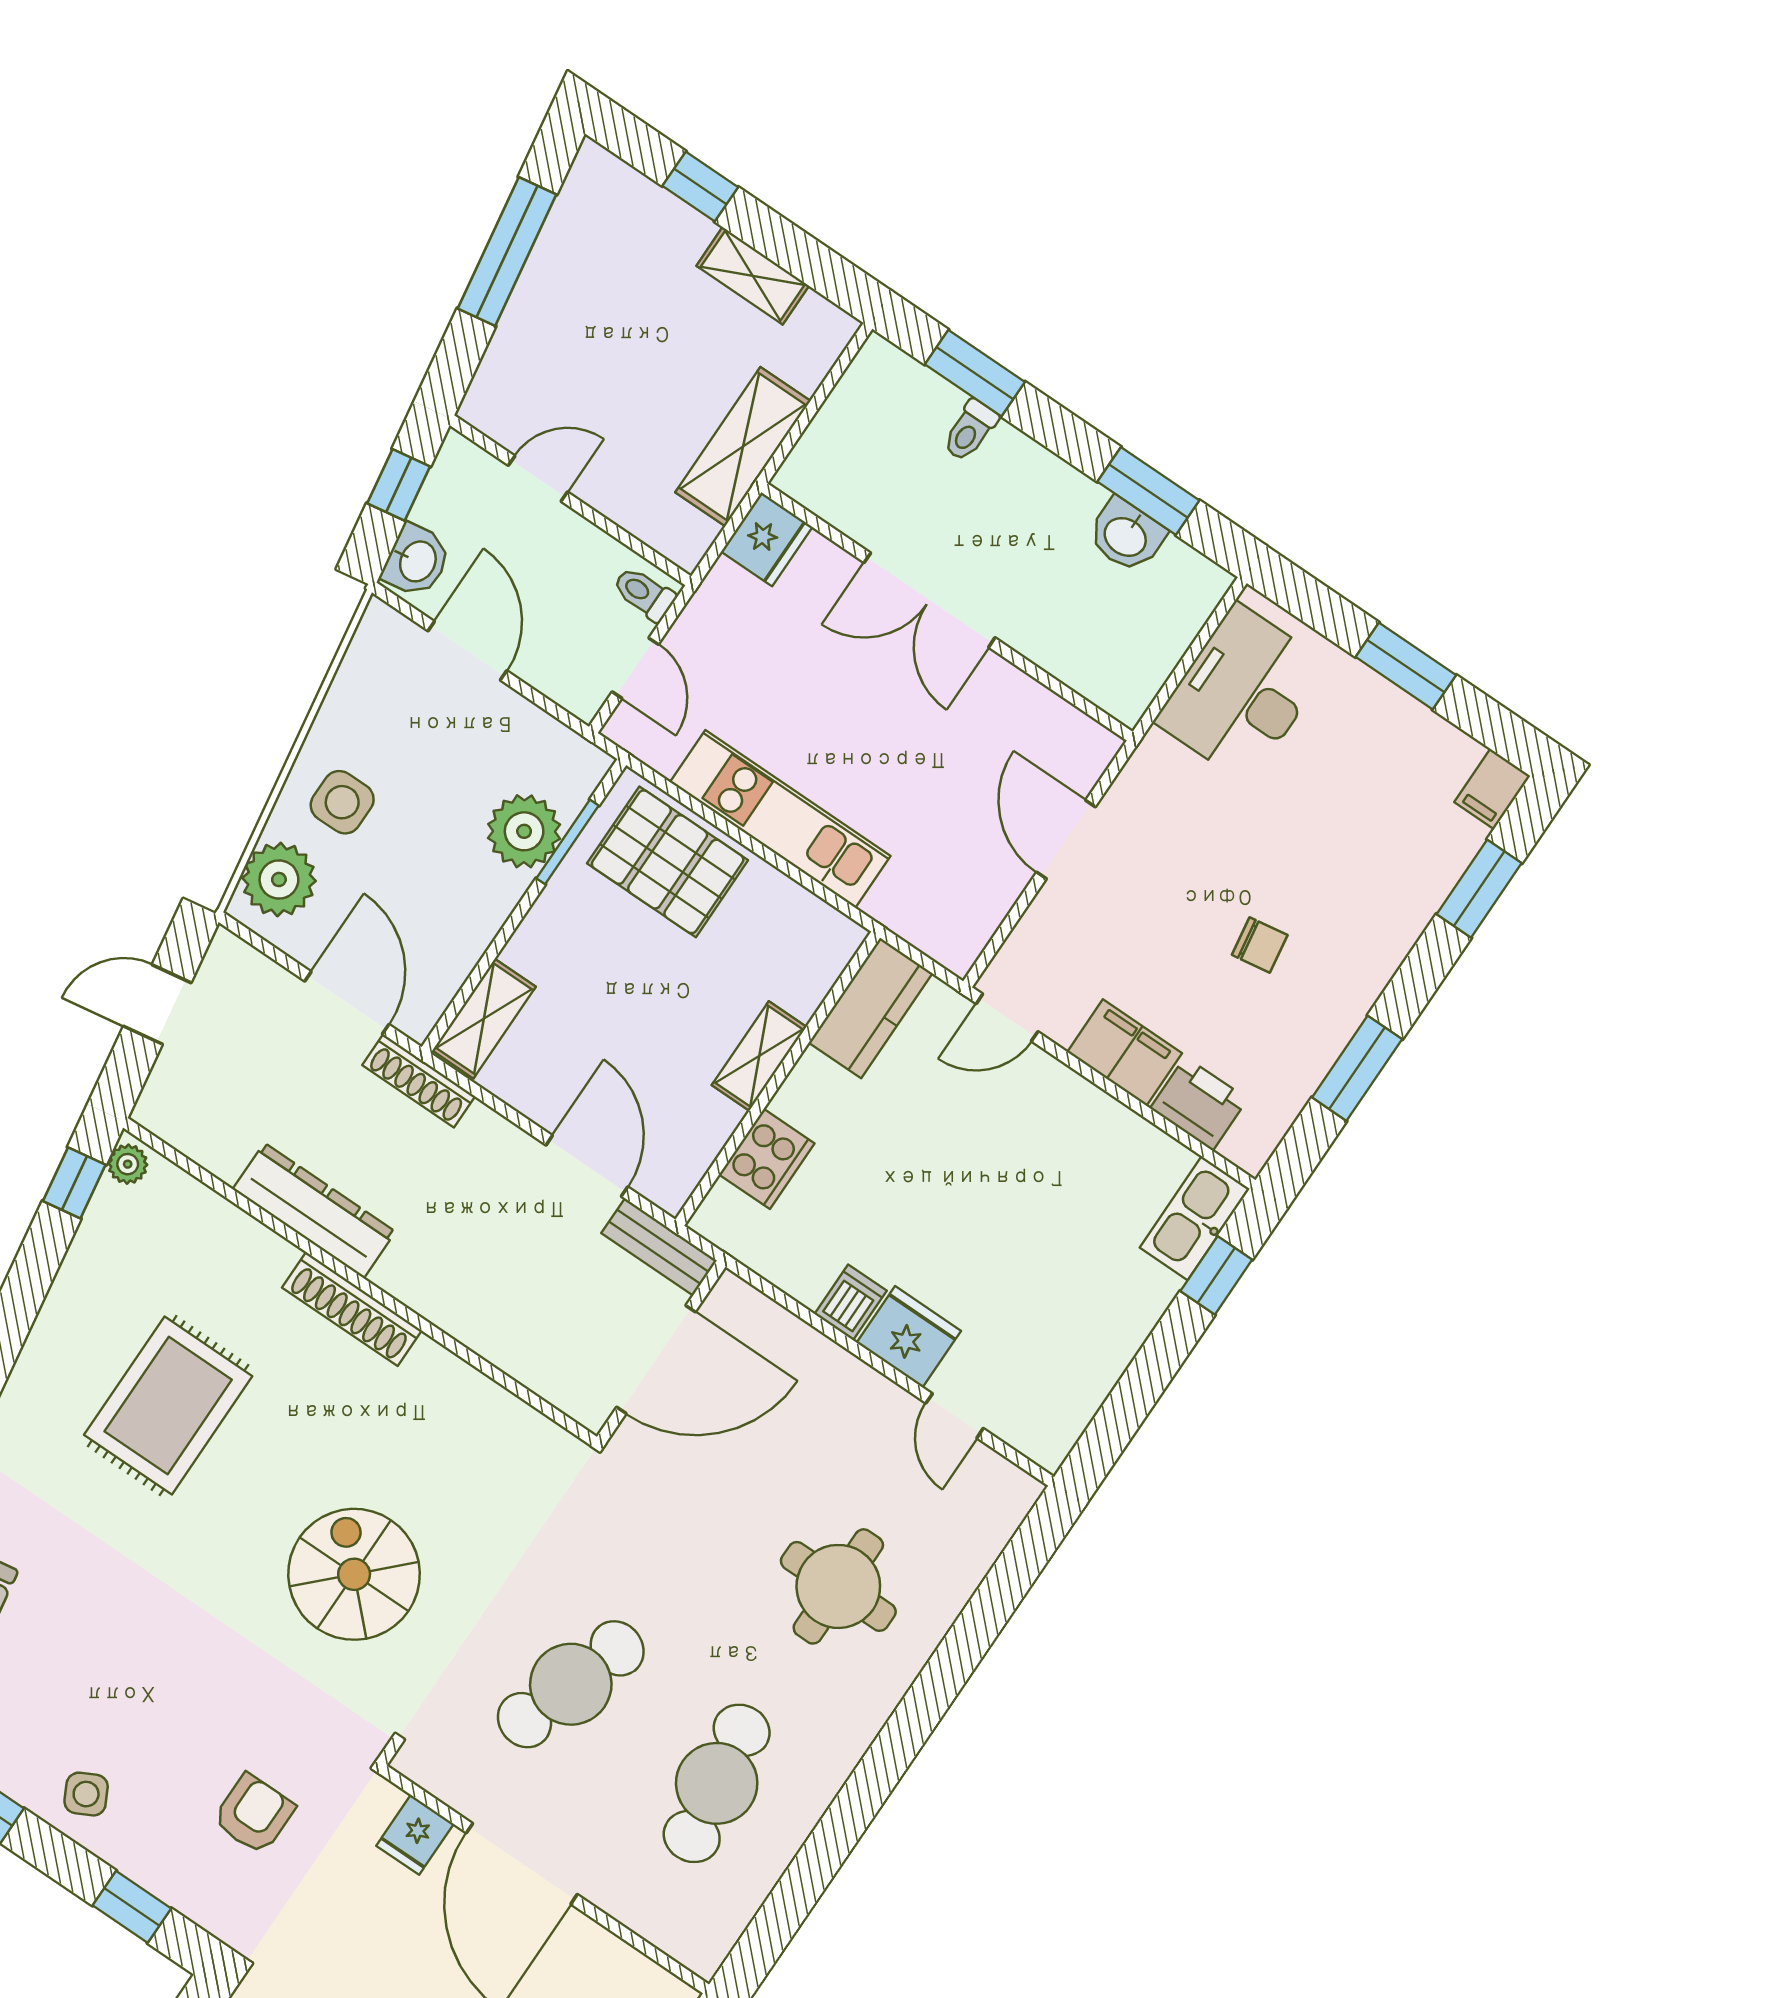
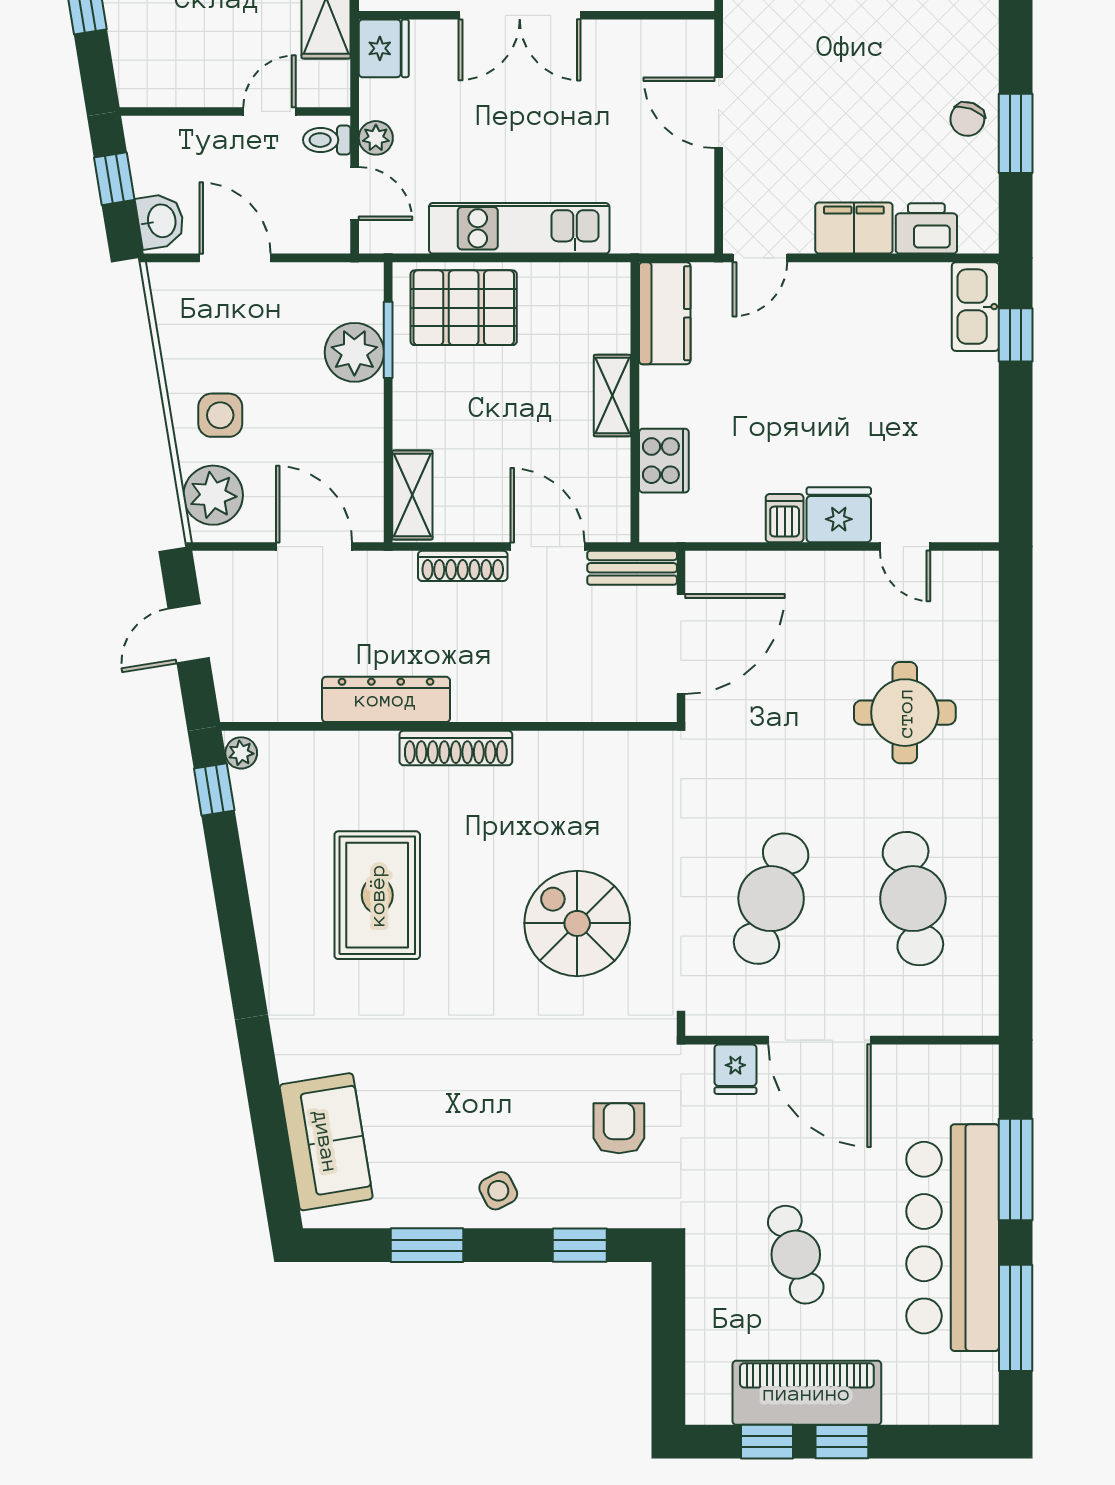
door: (538, 479) -> (269, 111), moved
plant: (696, 626) -> (376, 138), added
chair: (1260, 945) -> (967, 119), moved, turned 119
shoe rack: (419, 1081) -> (463, 566), moved

